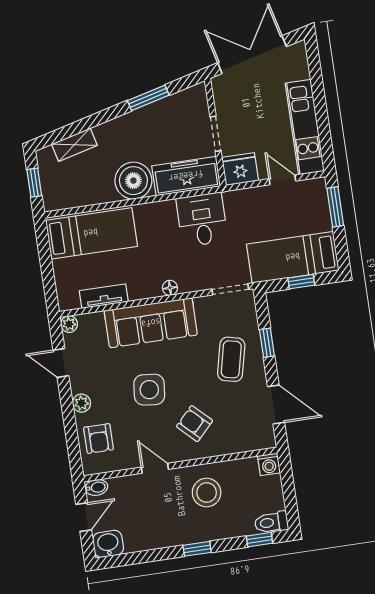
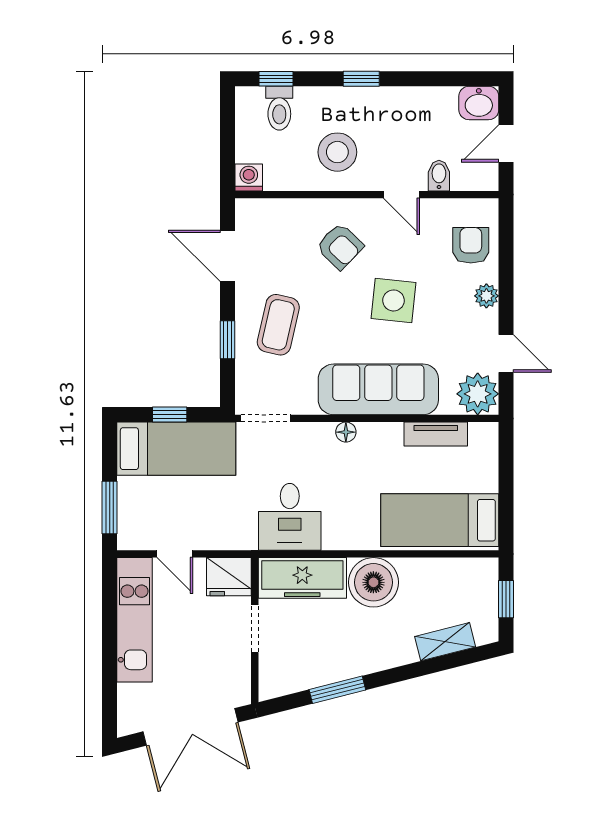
plant: (69, 324) -> (478, 394), width x1.88, depth x1.88
bidet: (96, 487) -> (439, 176), moved, turned 90
toilet: (271, 522) -> (279, 108), moved, turned 90

